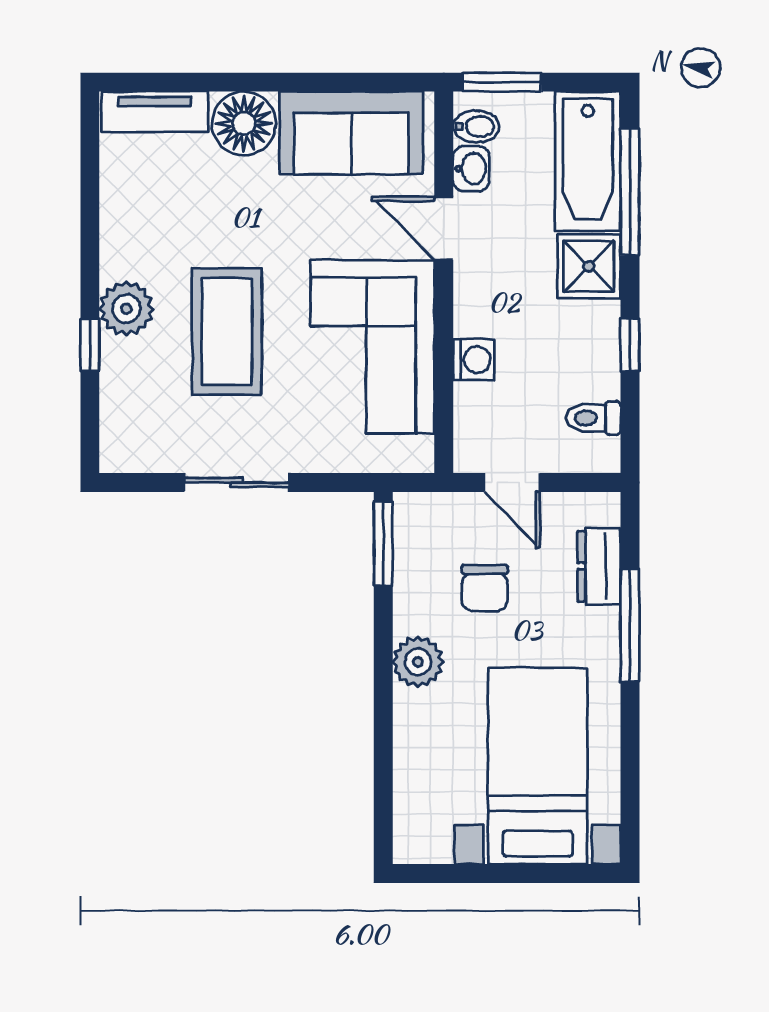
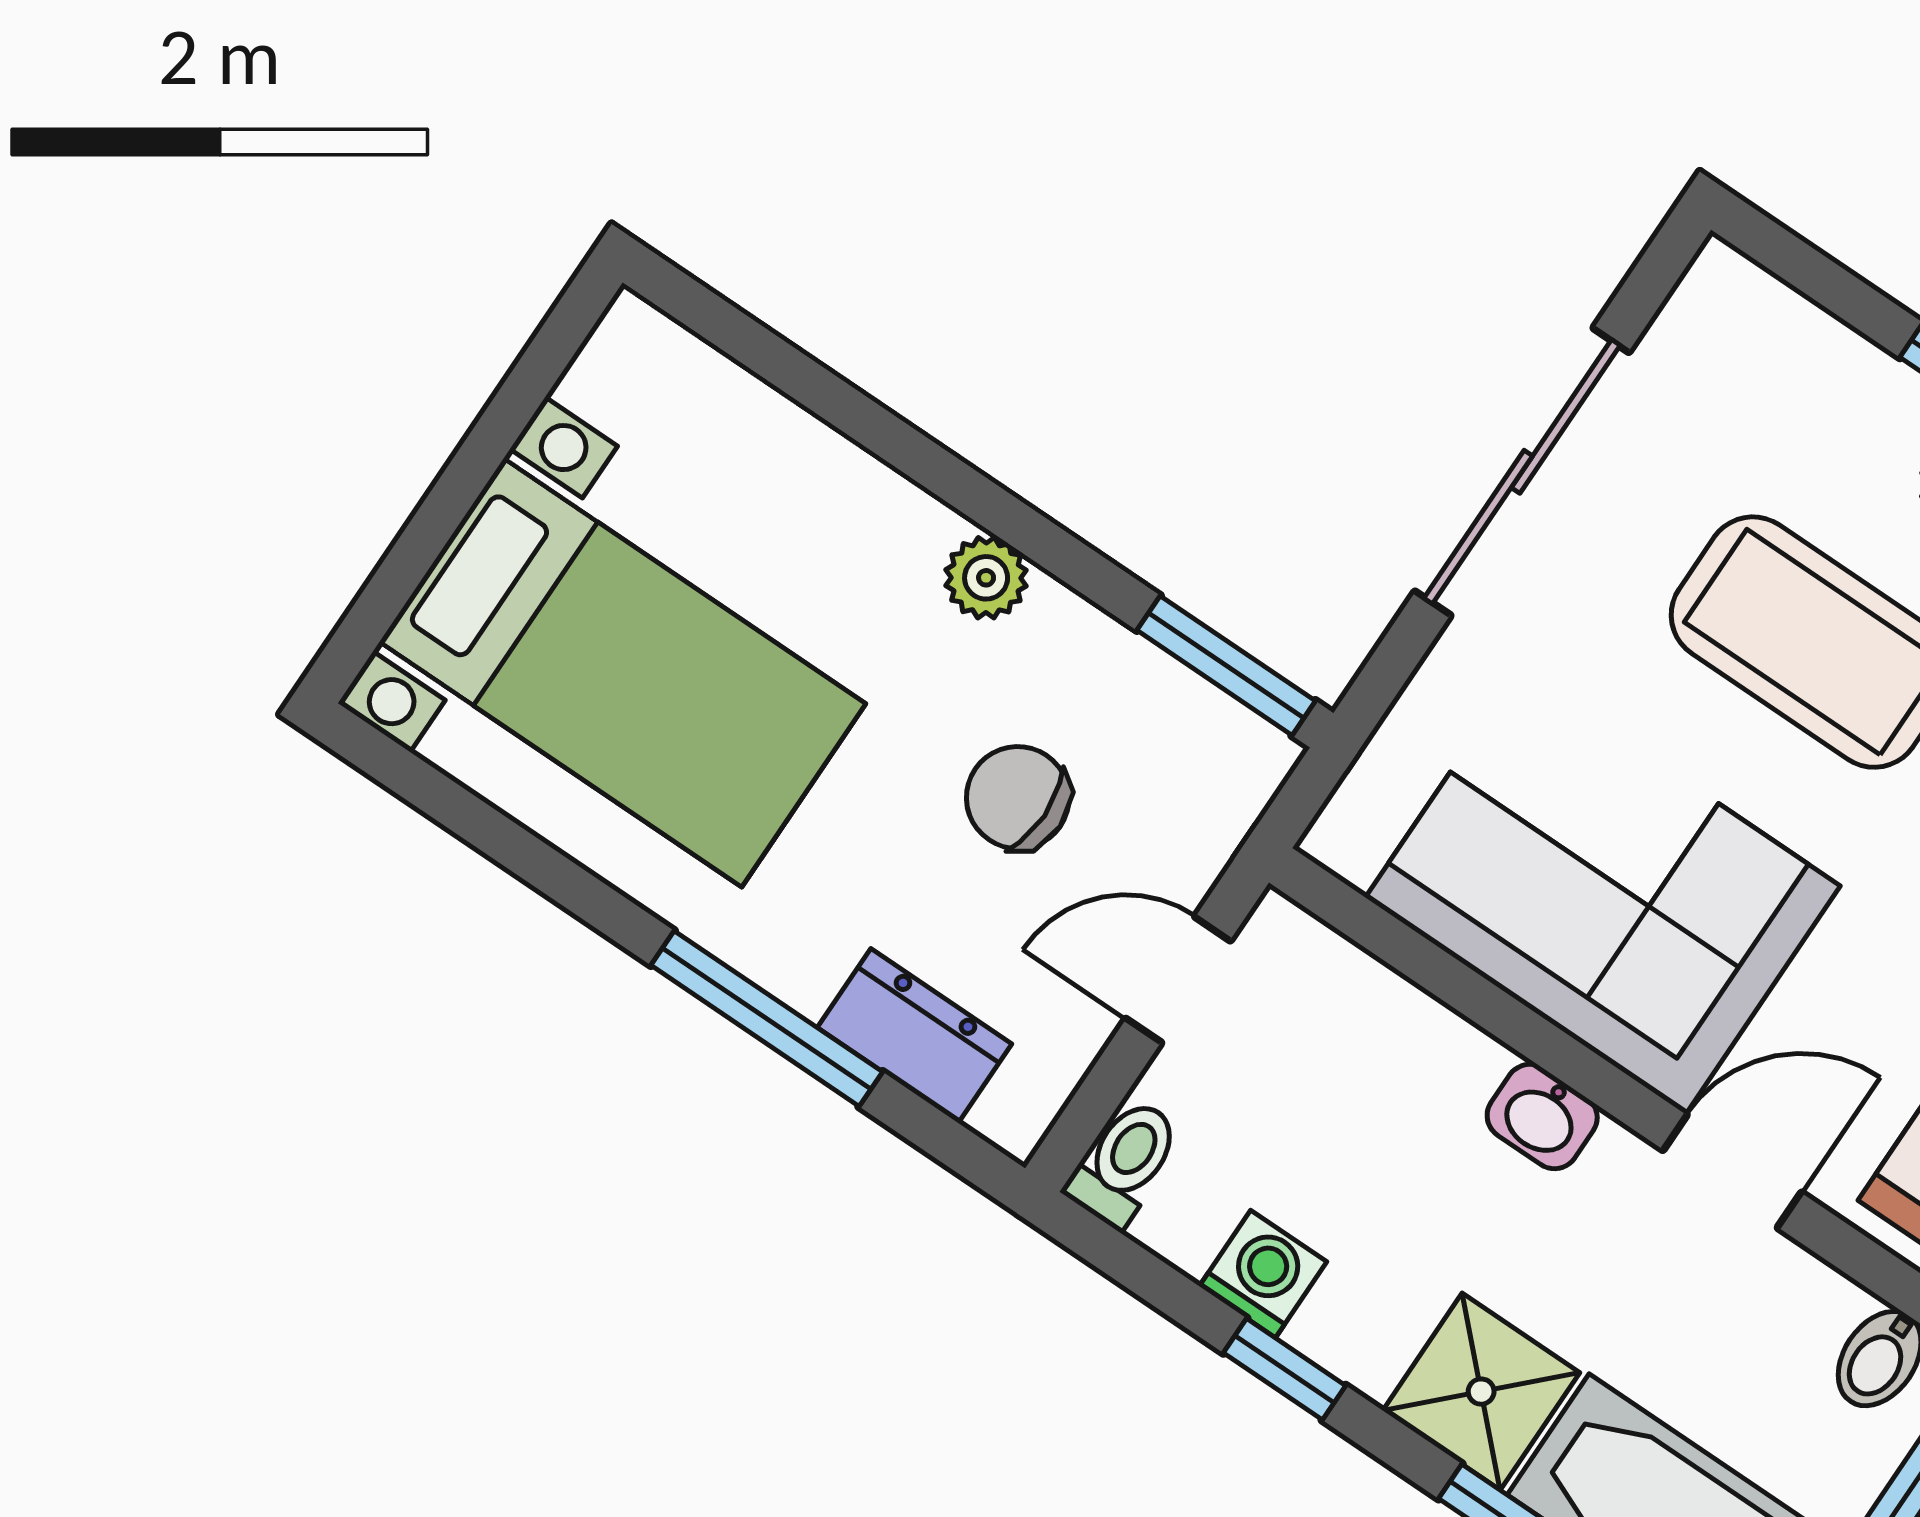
washbasin: (471, 169) -> (1542, 1117), moved
washing machine: (474, 360) -> (1263, 1274), moved, turned 180
toilet: (593, 418) -> (1124, 1163), moved
sliding door: (237, 482) -> (1522, 472), width x1.37
plant: (418, 662) -> (986, 578), width x0.73, depth x0.73

